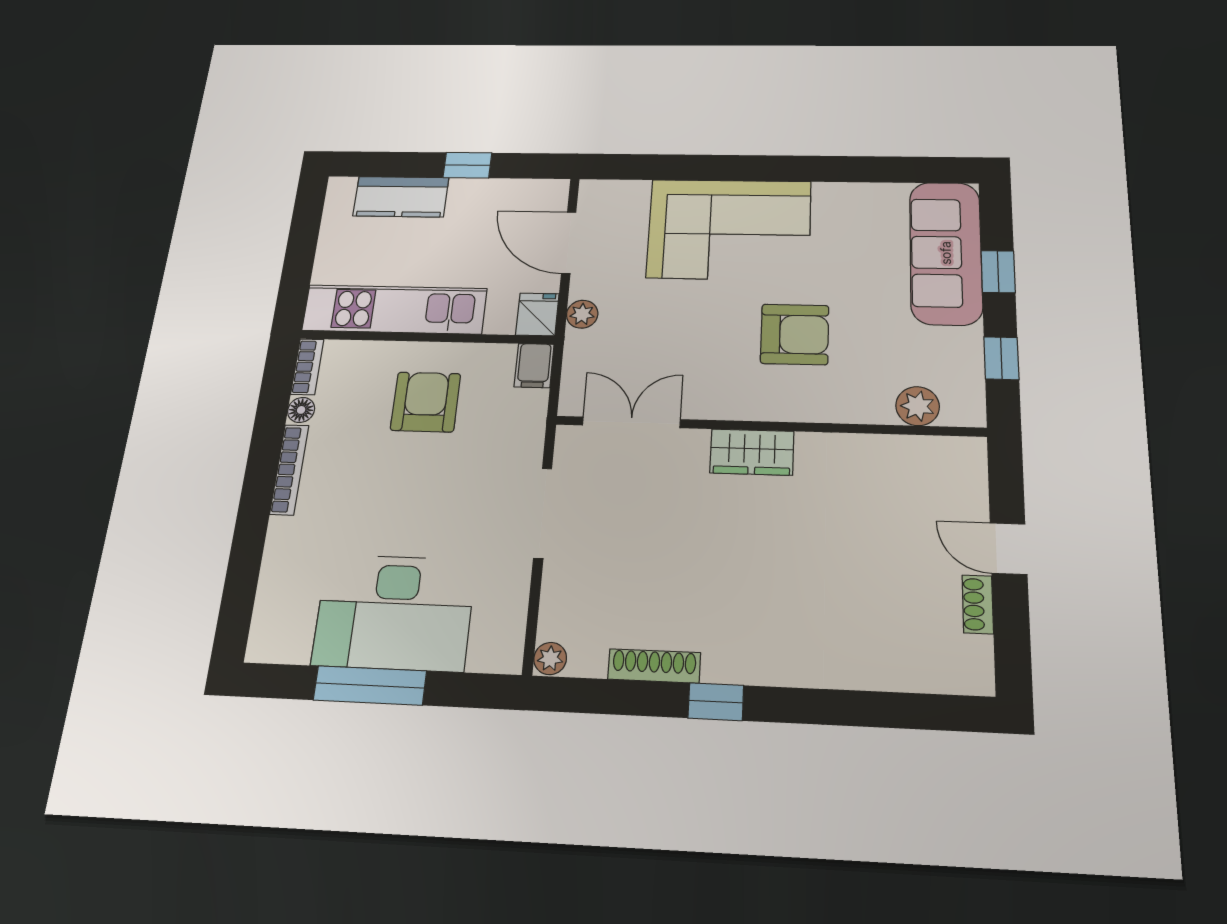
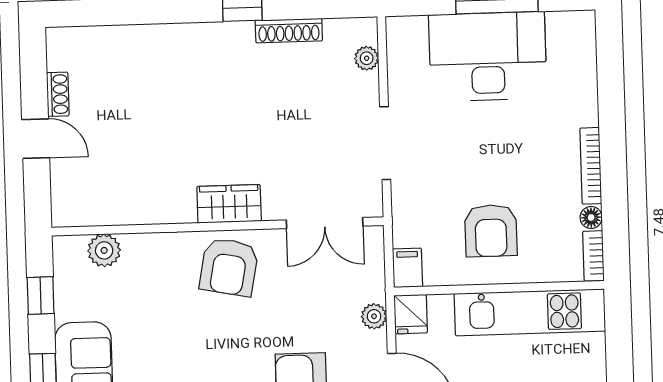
armchair: (795, 334) -> (229, 267), moved, turned -79
plant: (550, 659) -> (367, 58), moved

